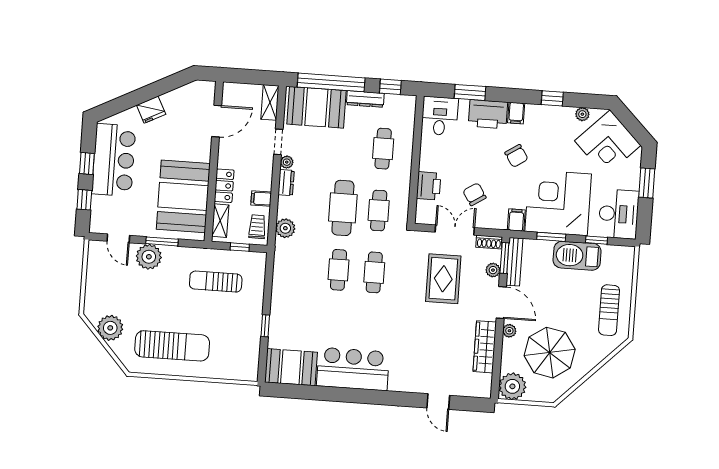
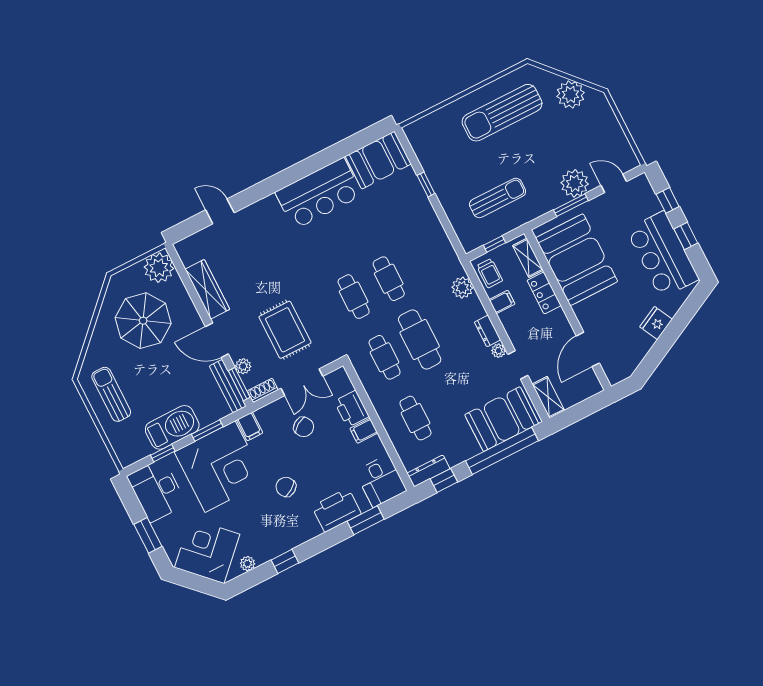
dresser: (365, 99) -> (428, 471), moved
filing cabinet: (516, 113) -> (364, 431), moved, turned -90
plant: (509, 331) -> (193, 318), removed

